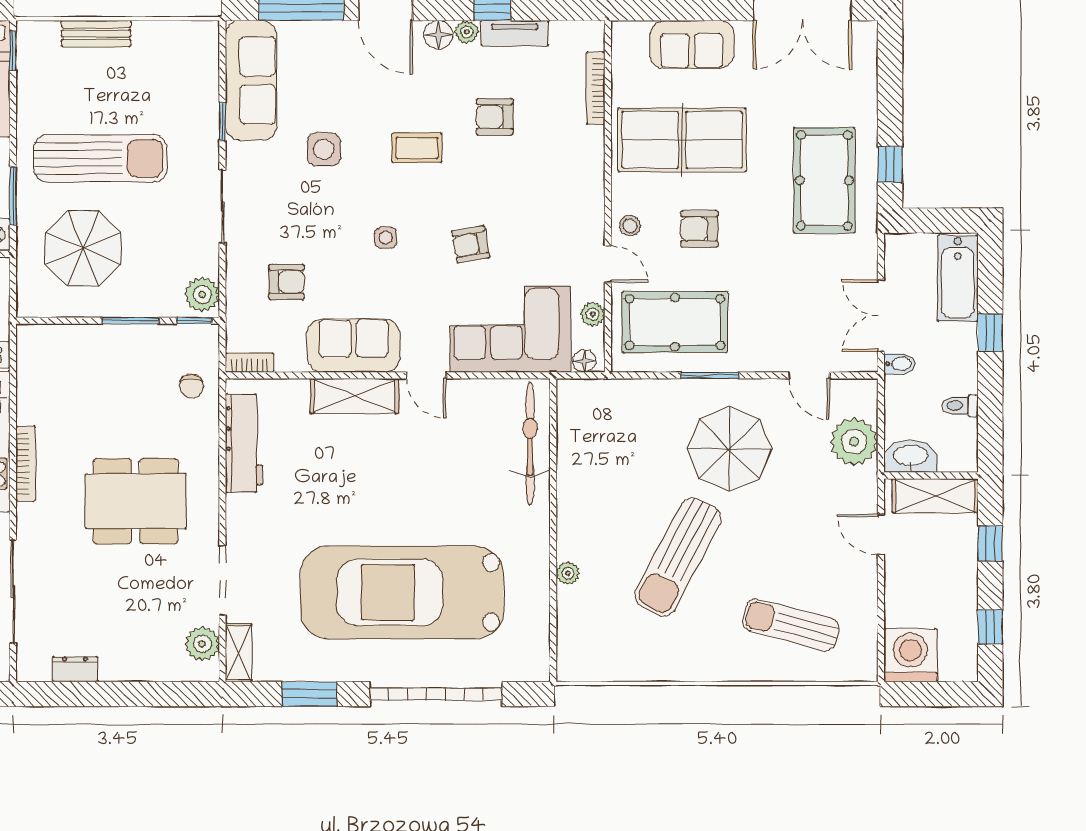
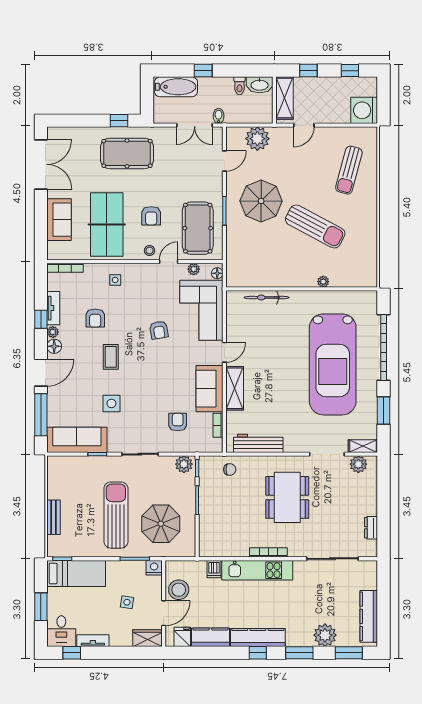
bookcase: (596, 88) -> (65, 268), moved
side table: (386, 238) -> (115, 280), moved
bookcase: (250, 363) -> (218, 425), moved
bicycle: (530, 443) -> (267, 298), width x0.73, depth x0.71
washbasin: (911, 456) -> (260, 85), moved, turned -90

